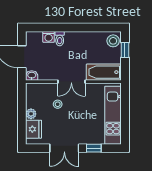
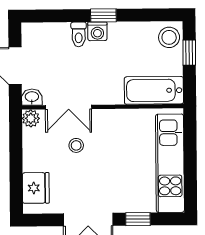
window: (74, 28) -> (103, 15), added
washing machine: (49, 37) -> (97, 31), moved
double door: (71, 82) -> (68, 107), moved
plant: (31, 114) -> (31, 118), moved

